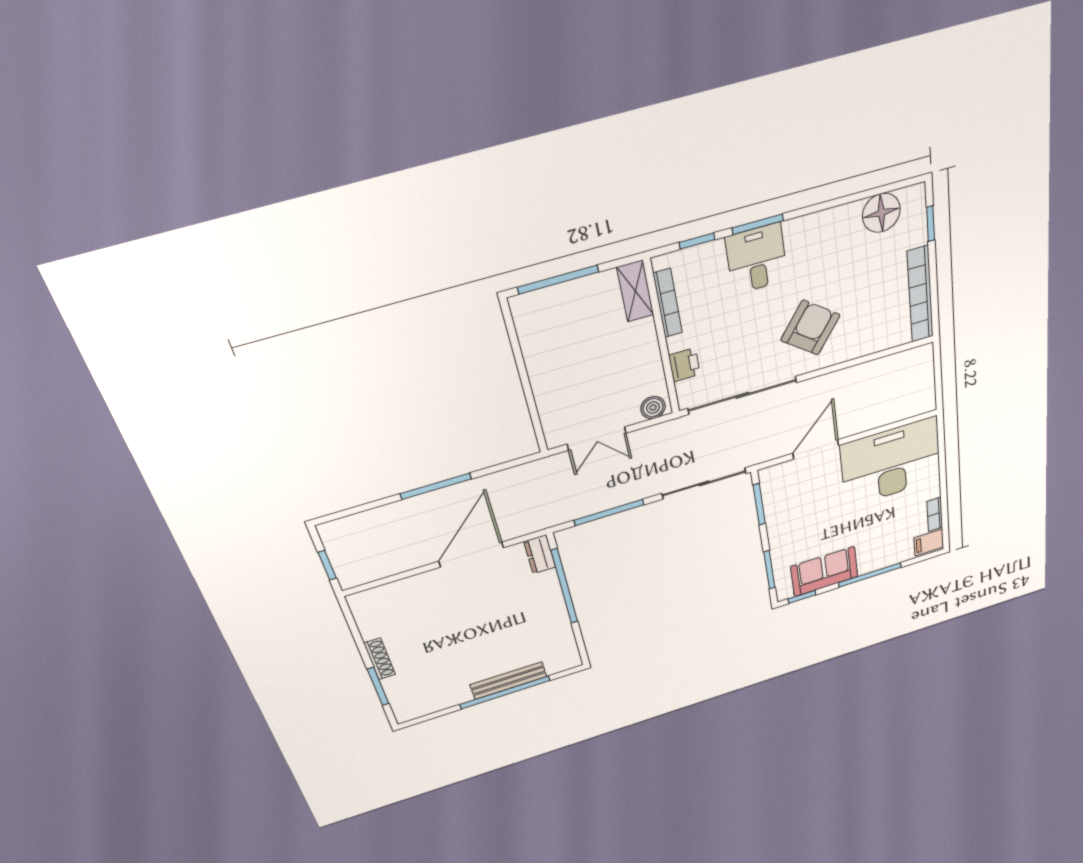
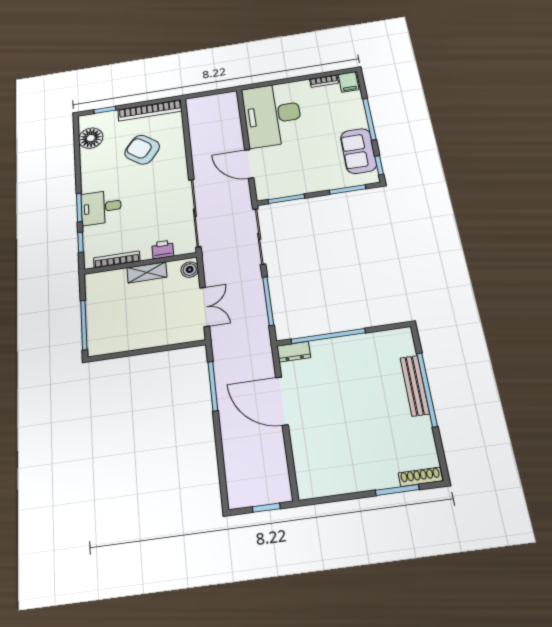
shelving: (635, 291) -> (147, 272), moved
armchair: (810, 328) -> (142, 150), moved
window: (436, 486) -> (213, 386), moved
shoe rack: (380, 659) -> (420, 477), moved

